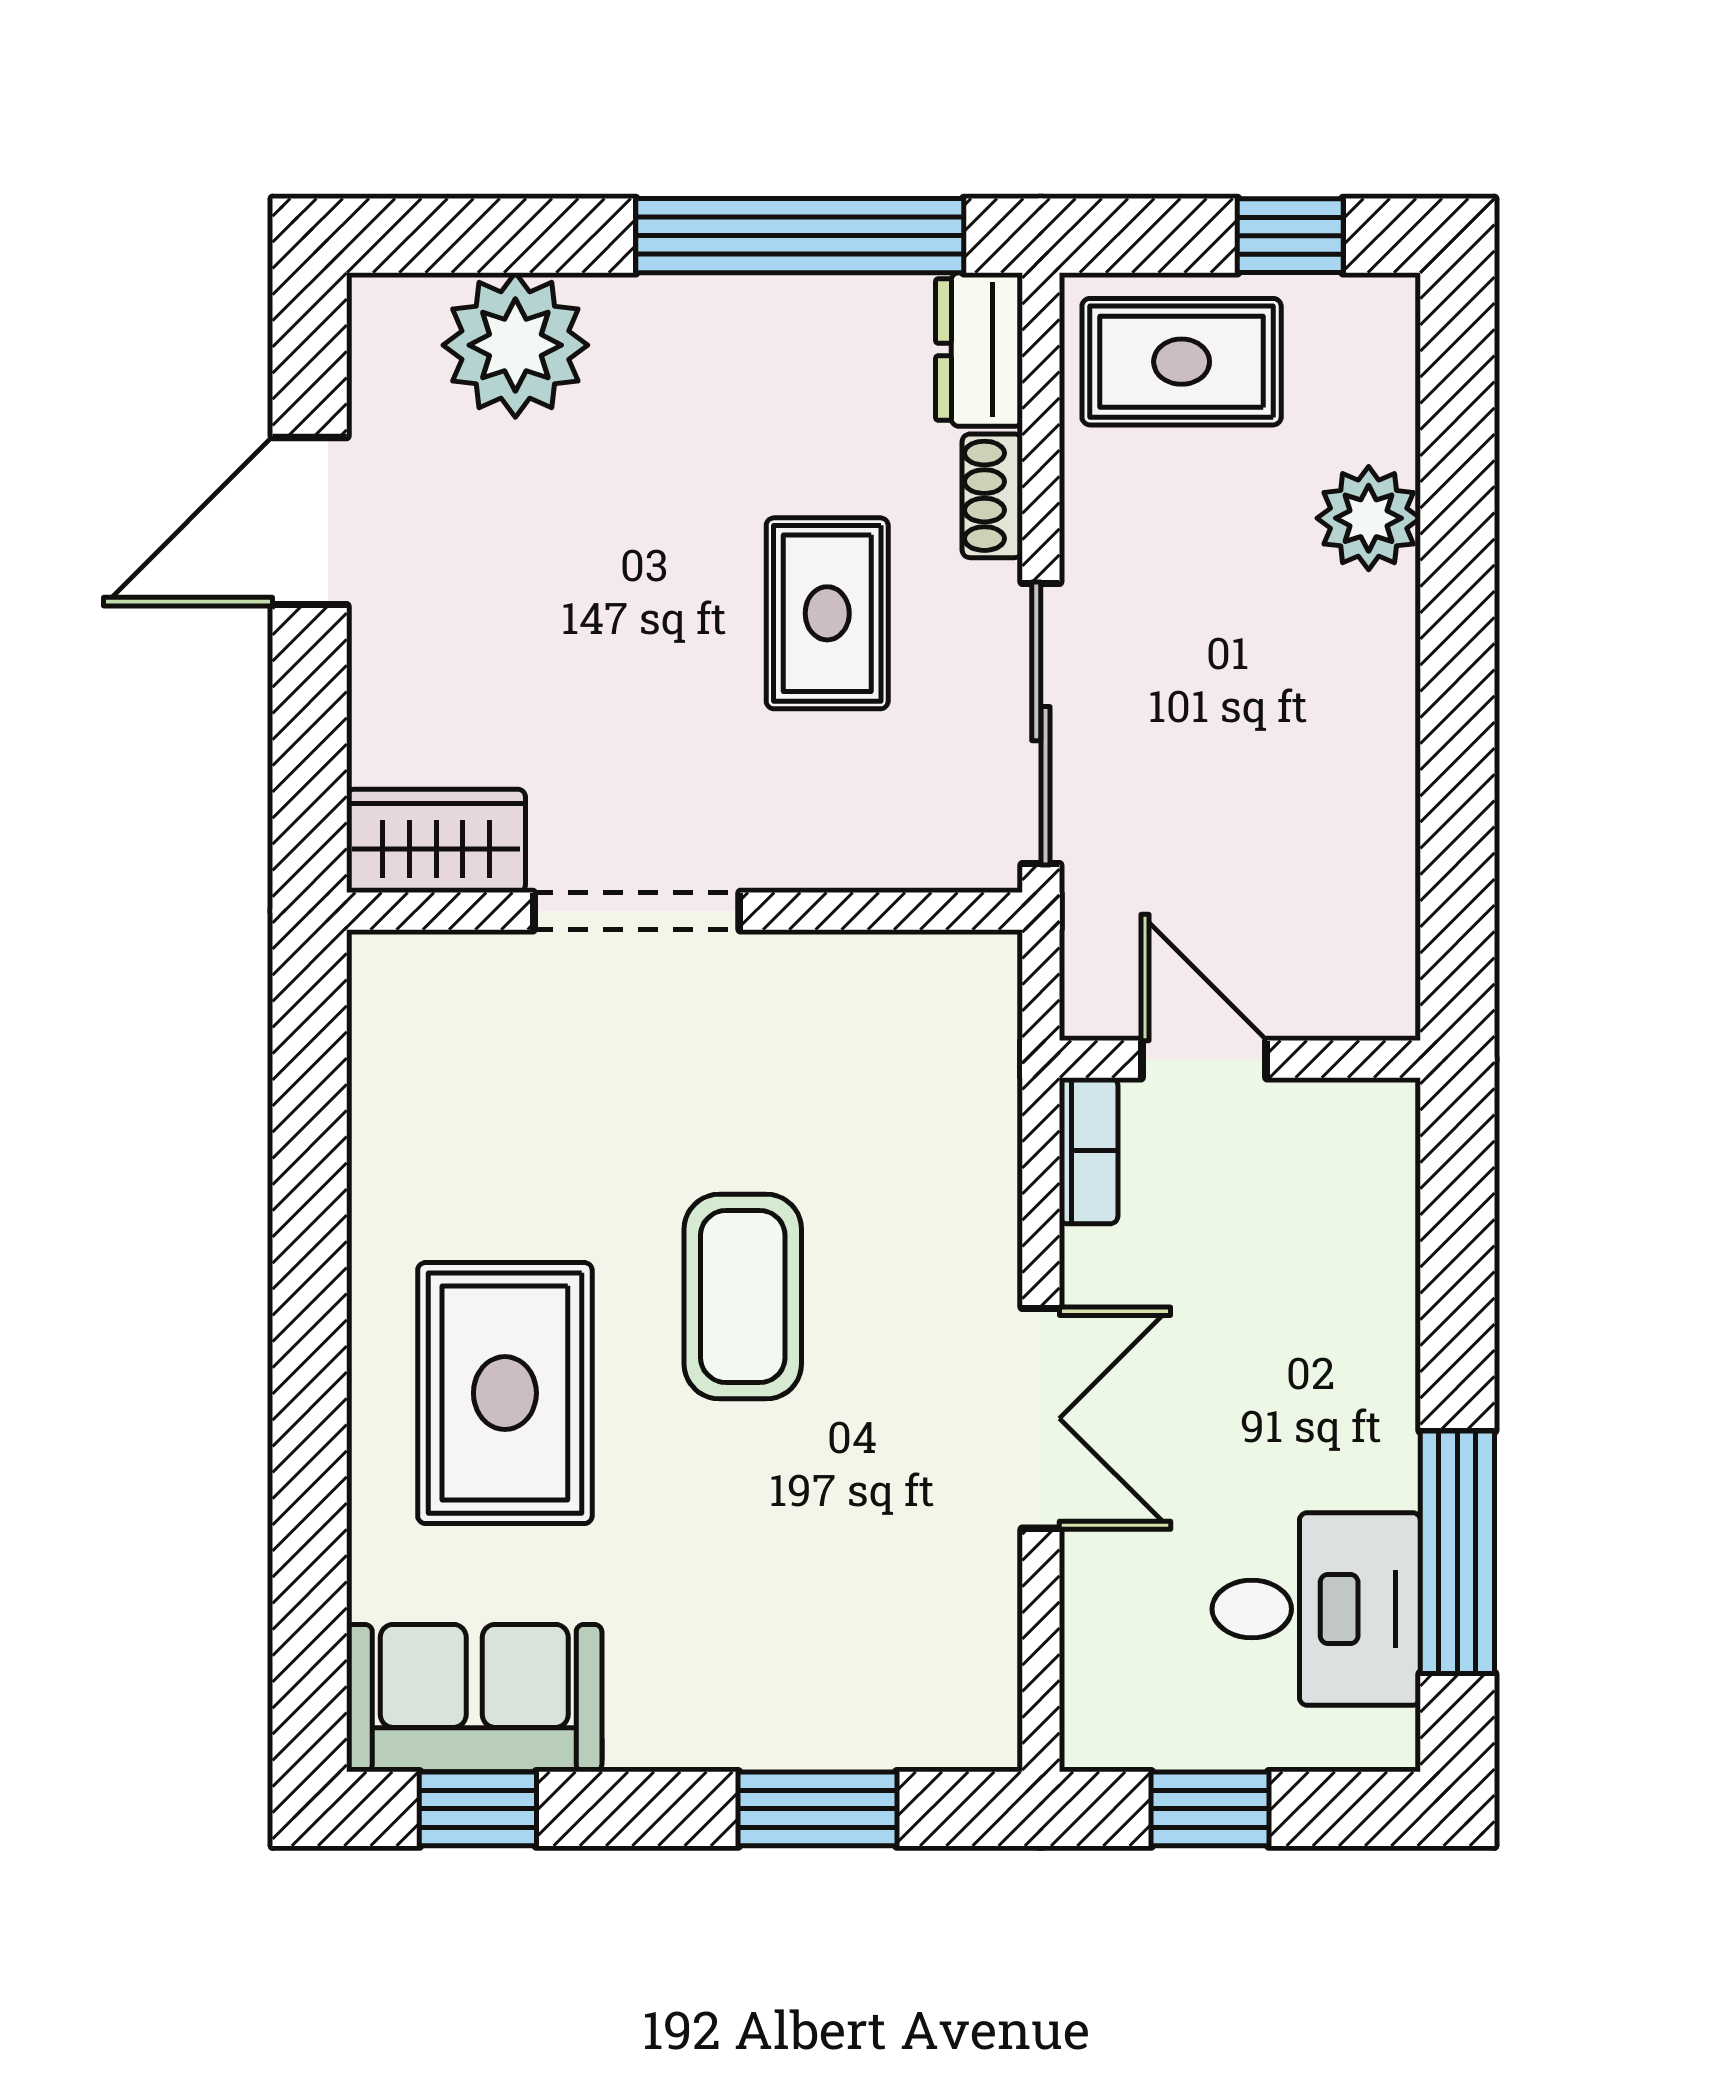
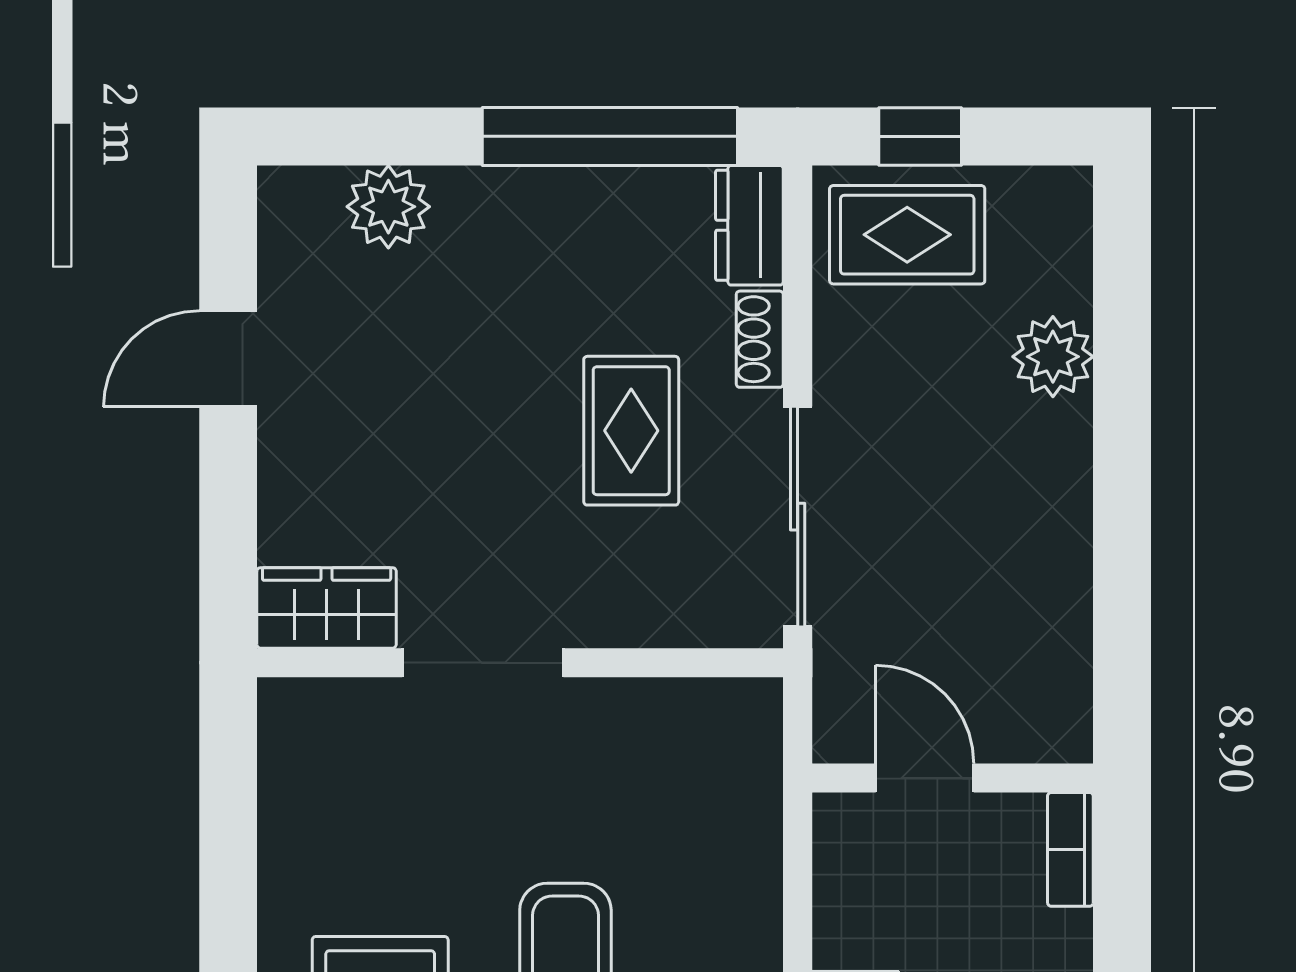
window: (1290, 236) -> (920, 136), moved
plant: (515, 345) -> (388, 207), width x0.73, depth x0.73
door: (310, 521) -> (228, 359), width x0.73
bookcase: (1089, 1151) -> (1070, 849), moved, turned 180

